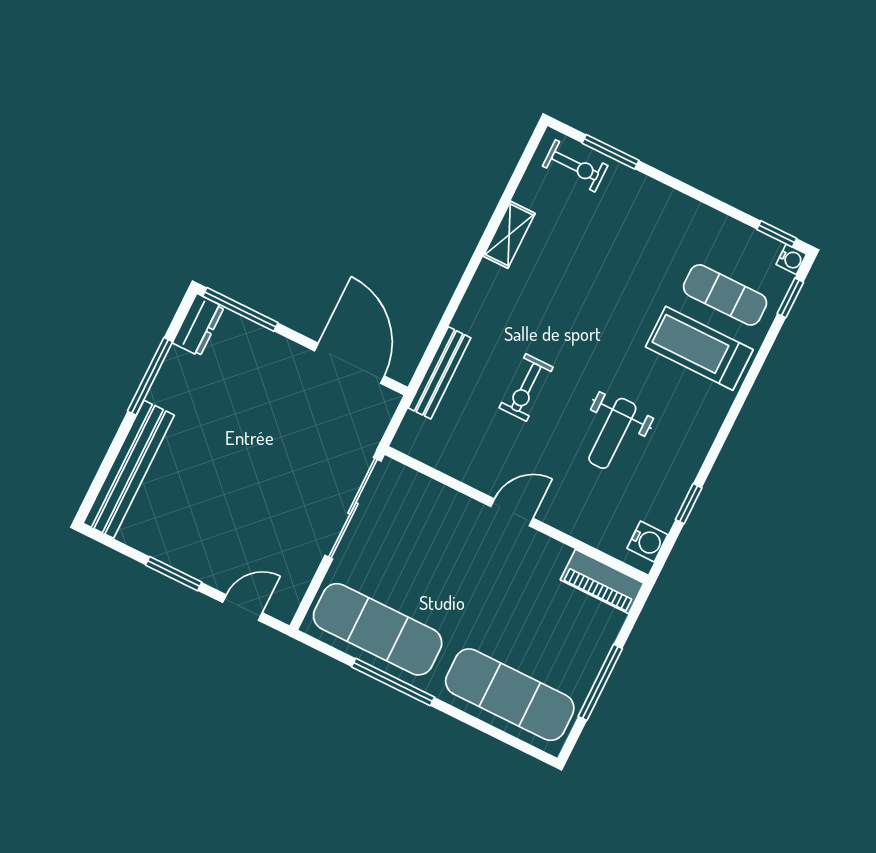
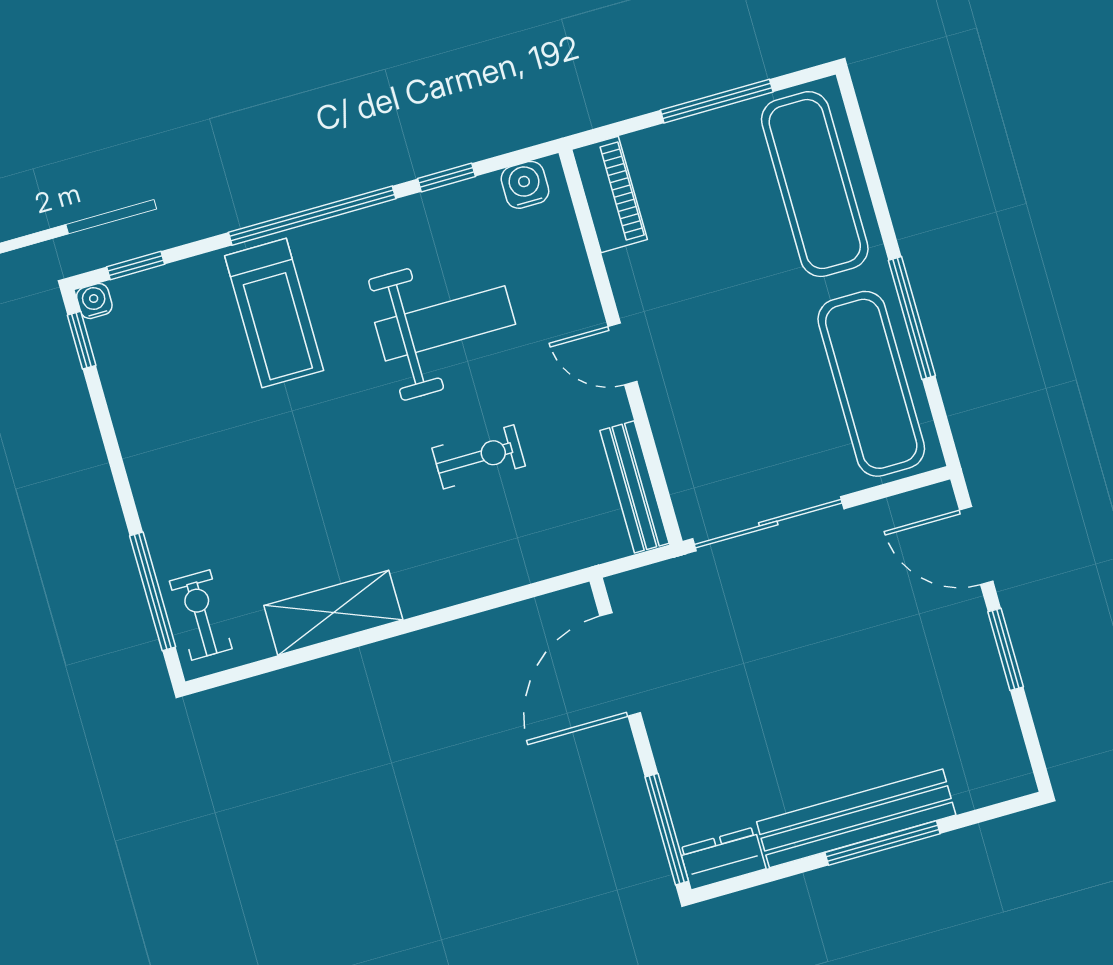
window: (610, 152) -> (153, 591), width x1.44
shelving: (509, 235) -> (333, 613), width x1.50, depth x1.33
exercise mat: (725, 295) -> (194, 336), removed
bench: (440, 373) -> (634, 487), moved, turned 90
window: (150, 376) -> (882, 843), moved
window: (733, 415) -> (312, 216), added
weight bench: (612, 433) -> (445, 323), width x1.36, depth x1.33
bench: (129, 469) -> (856, 818), moved
door: (242, 608) -> (976, 546), width x1.38

